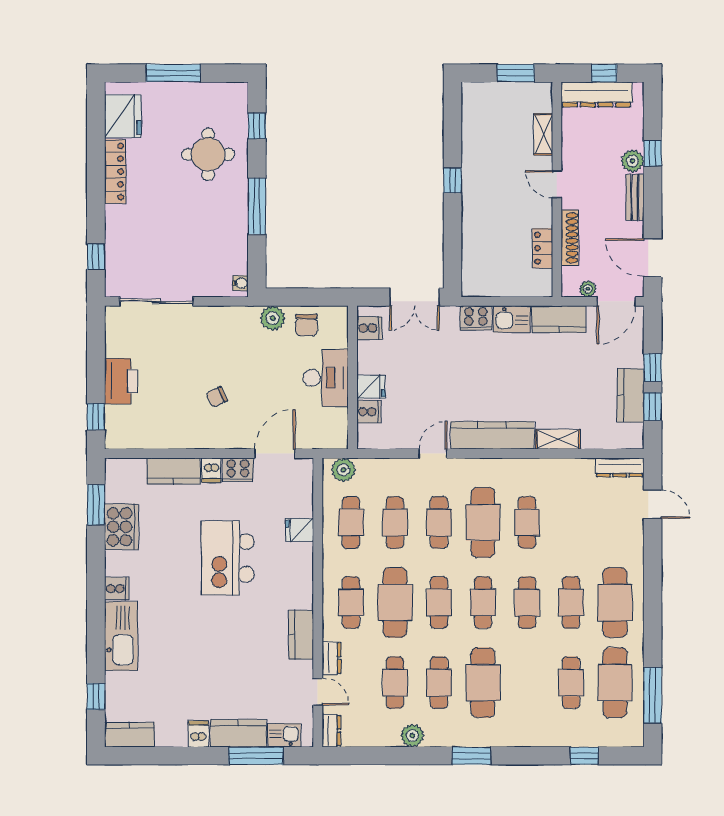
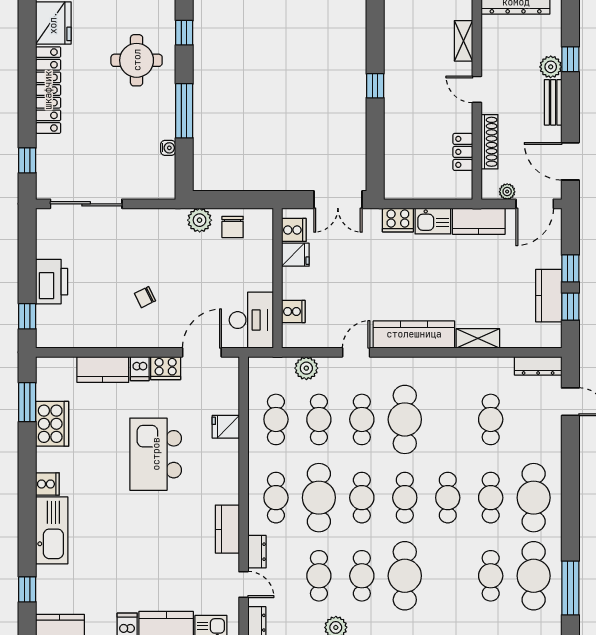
locker: (115, 172) -> (48, 90), width x1.41, depth x1.21
water cooler: (240, 283) -> (168, 148), moved
desk: (326, 378) -> (251, 320), moved
fridge: (371, 387) -> (295, 255), moved
plant: (343, 470) -> (306, 368), moved
cafe table: (527, 522) -> (491, 419), moved

